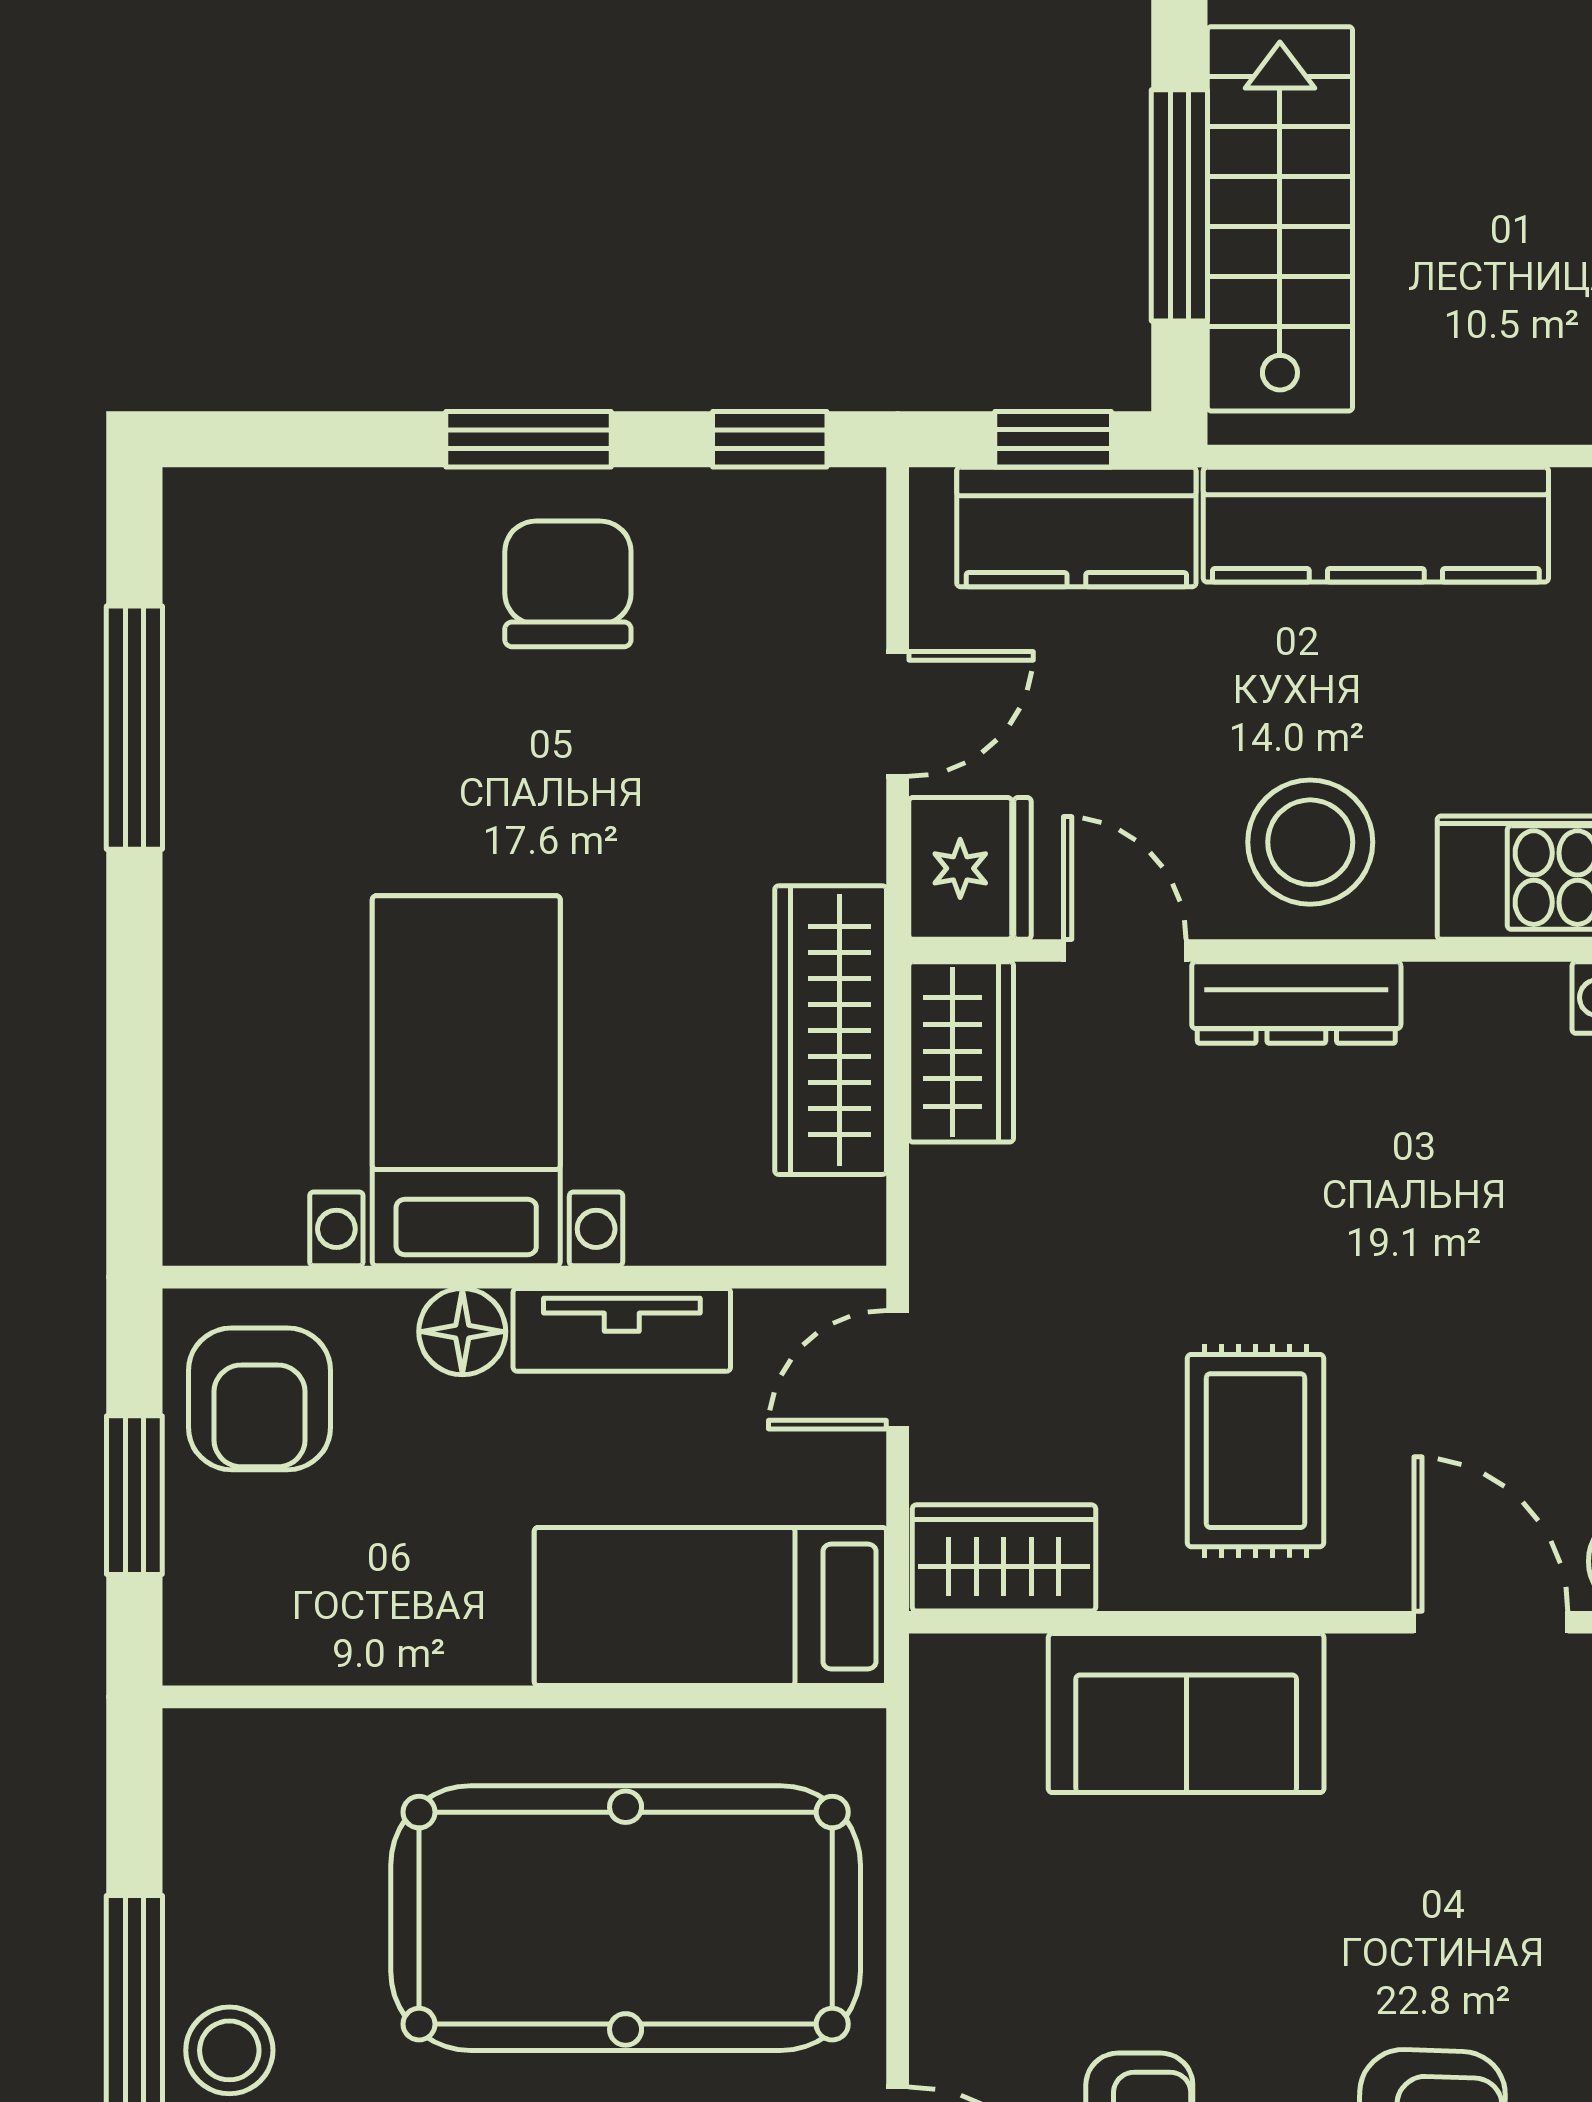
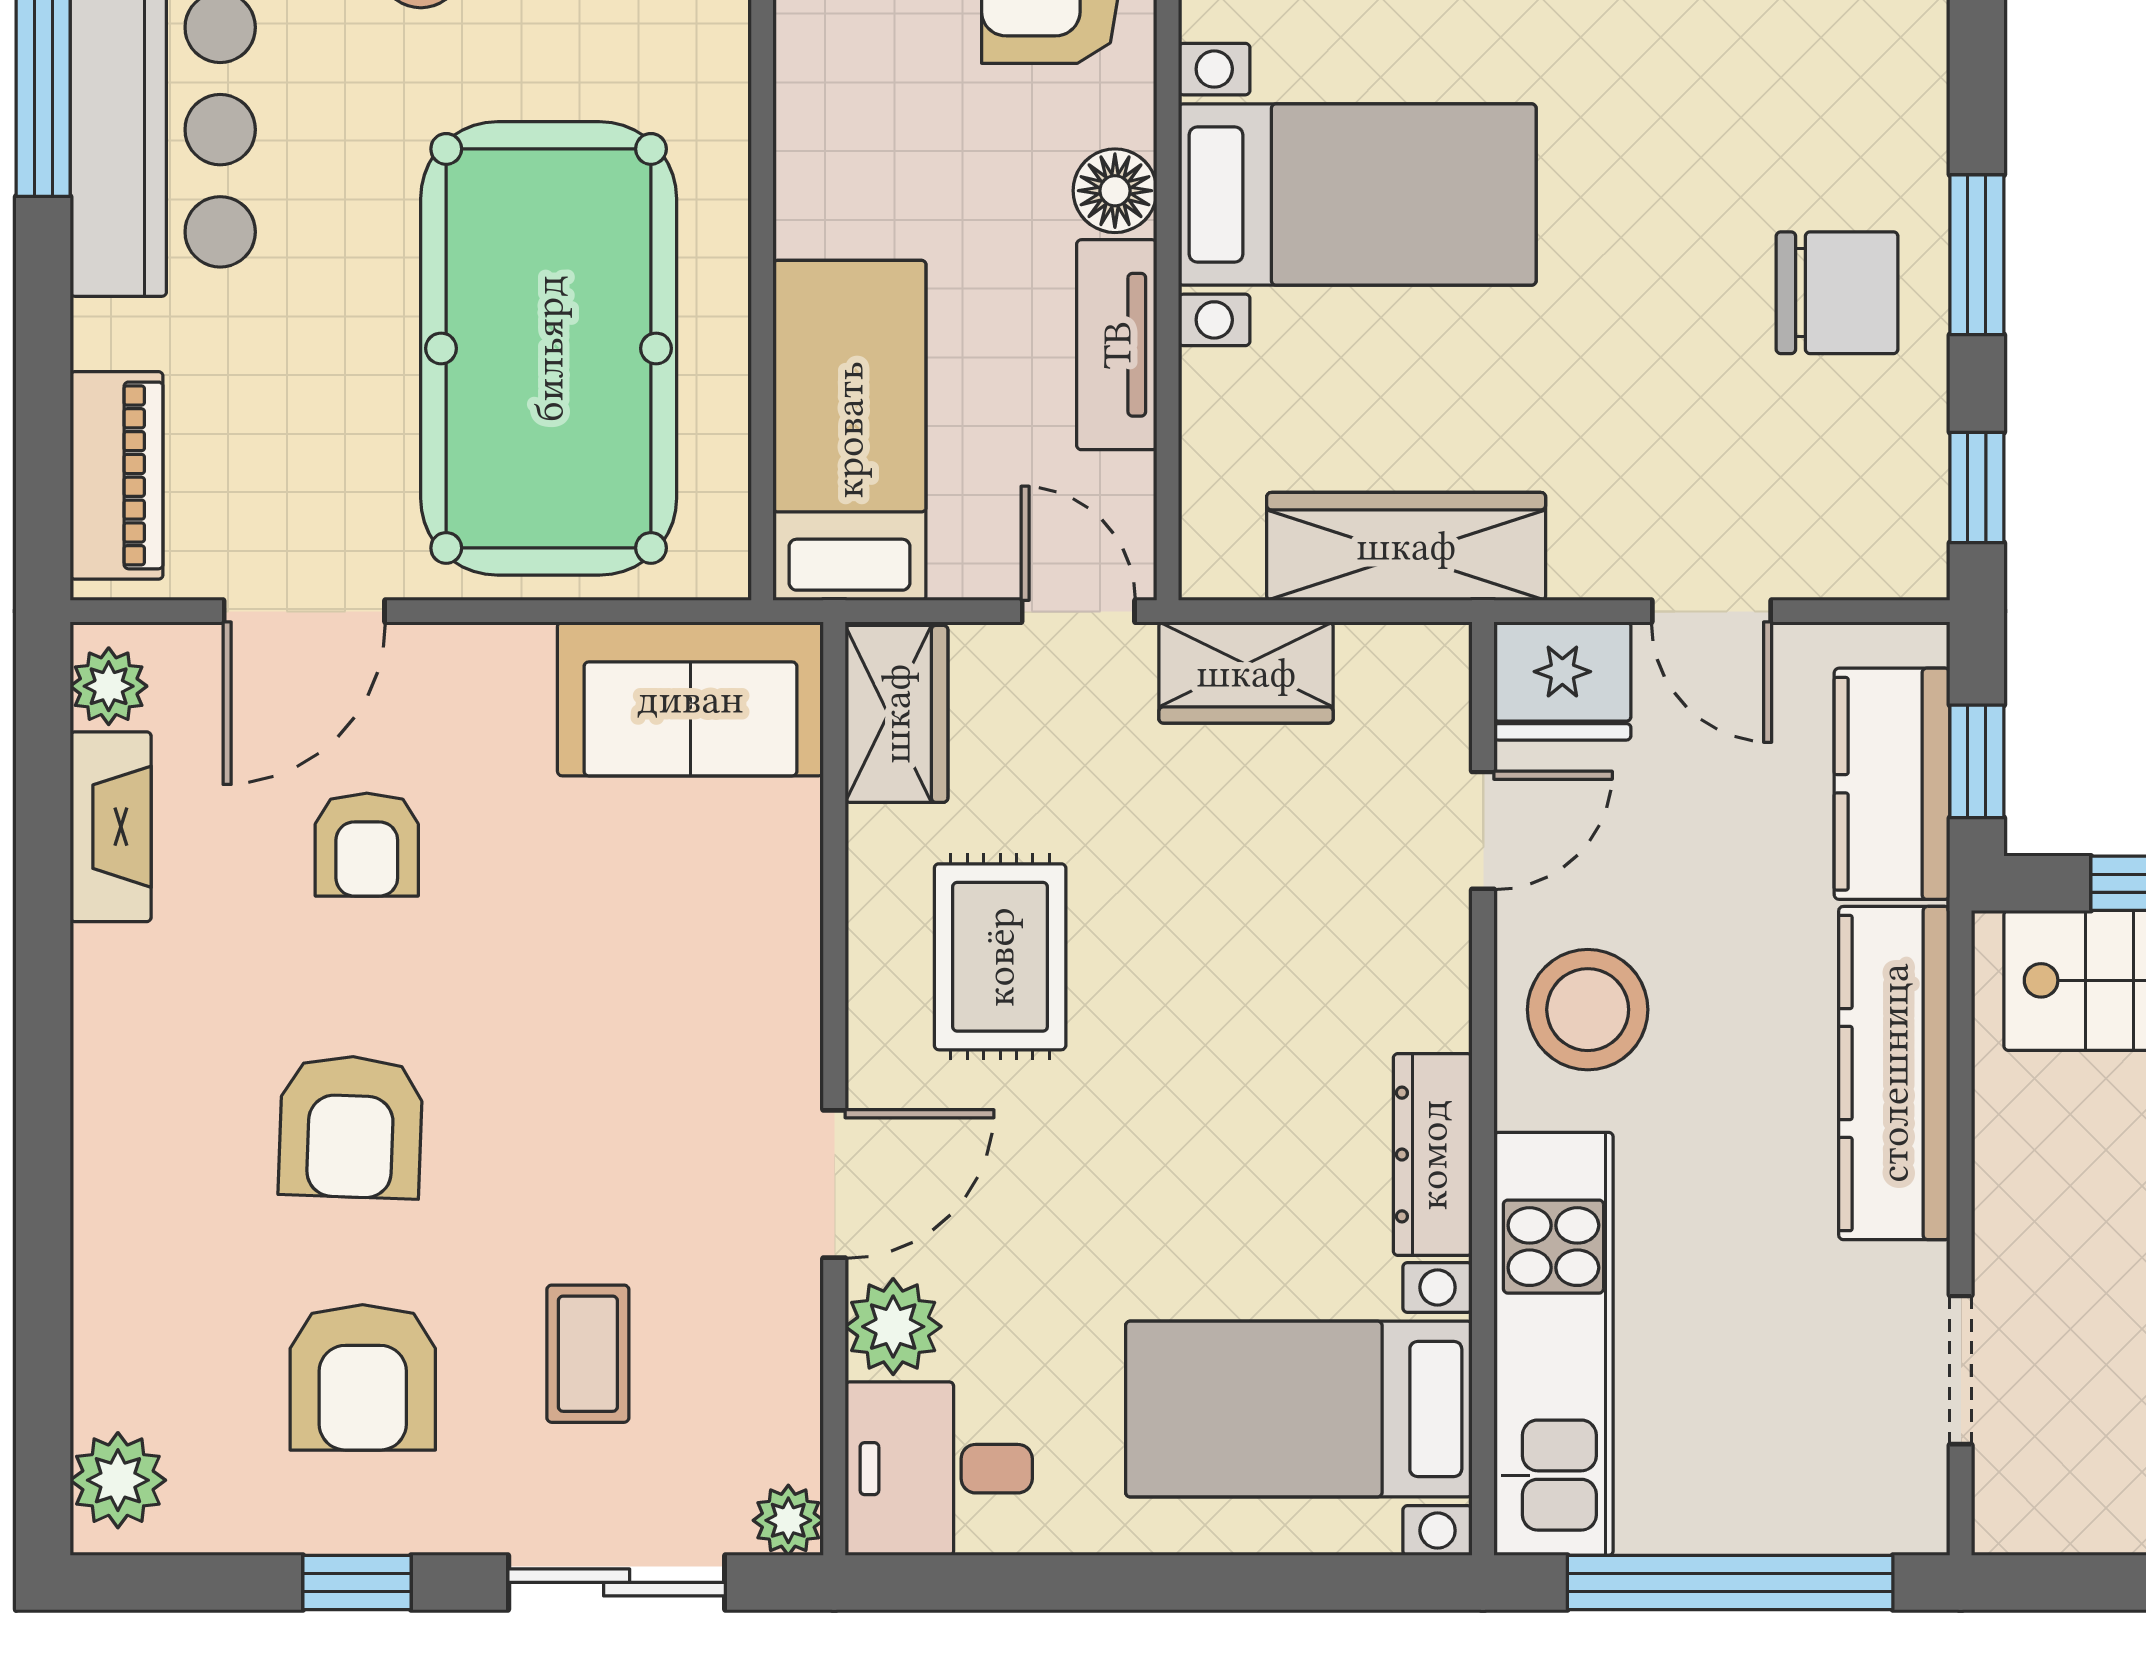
dresser: (1296, 1003) -> (1433, 1155), moved
wardrobe: (961, 1052) -> (1246, 673), moved
rug: (1255, 1451) -> (1000, 957), turned 90
sofa: (1186, 1713) -> (690, 699), moved, turned -90

